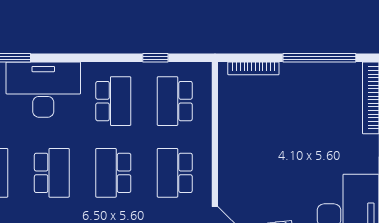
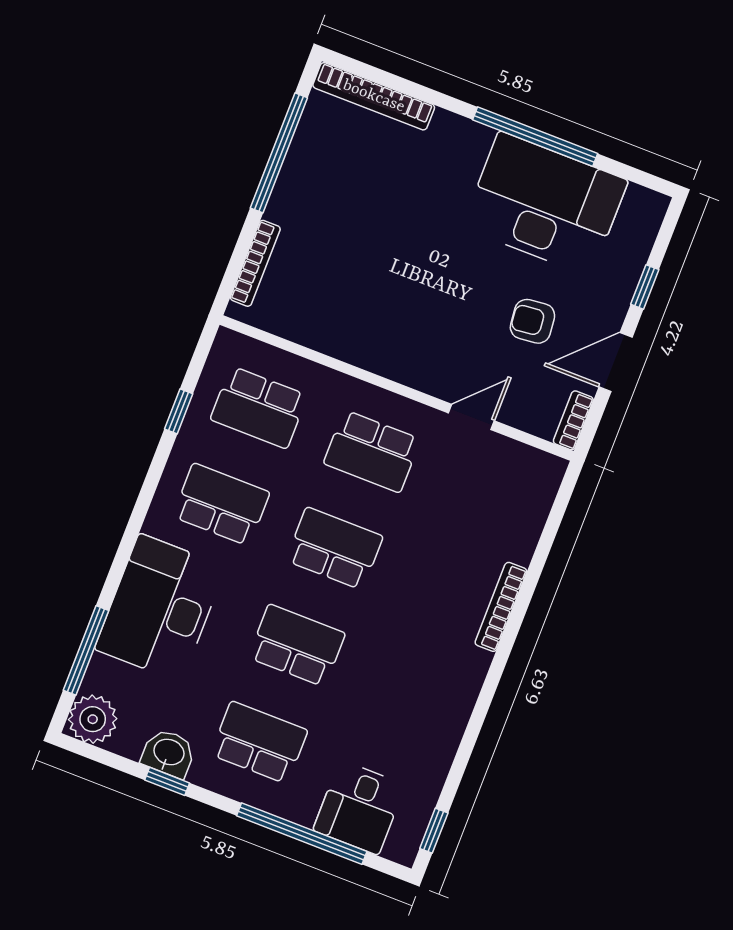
school desk: (113, 173) -> (334, 548), turned 180

